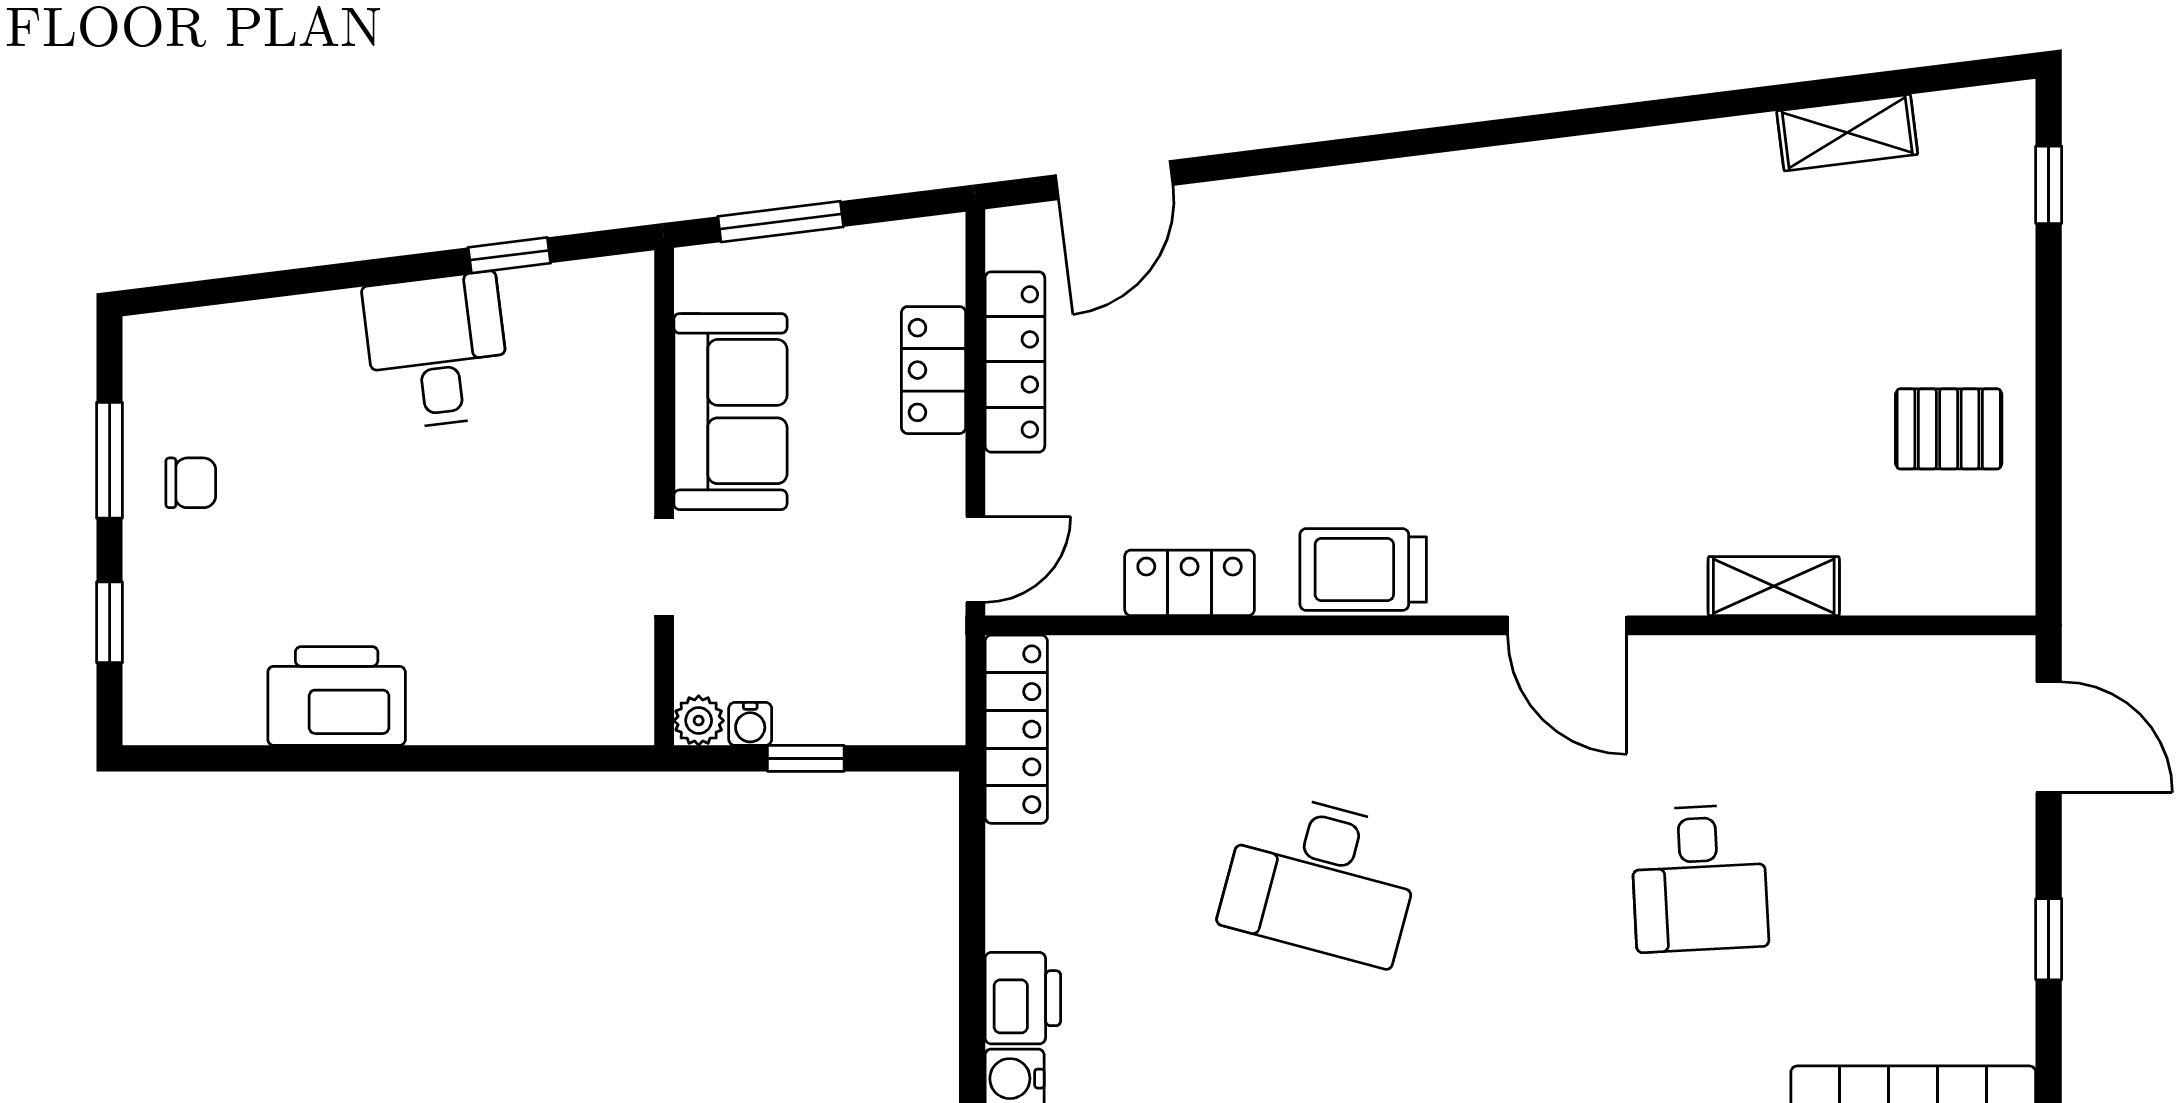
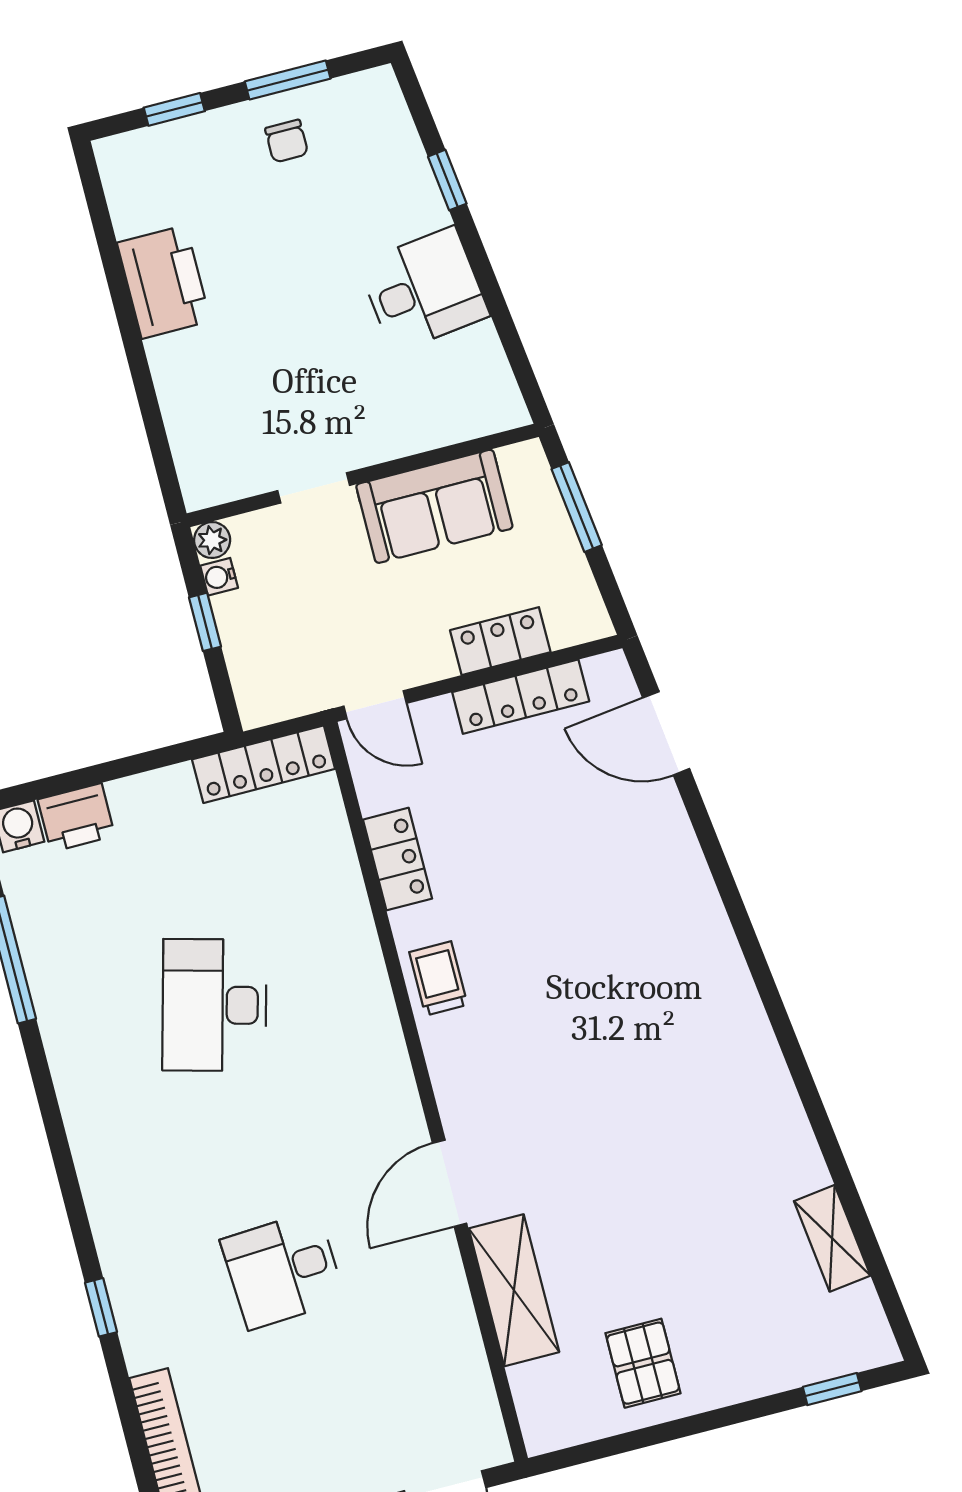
window: (509, 255) -> (447, 180), moved
trolley: (1363, 570) -> (438, 978), width x0.73, depth x0.72
shelving: (1774, 586) -> (514, 1290), width x1.50, depth x1.33
door: (1567, 625) -> (450, 1183), moved

